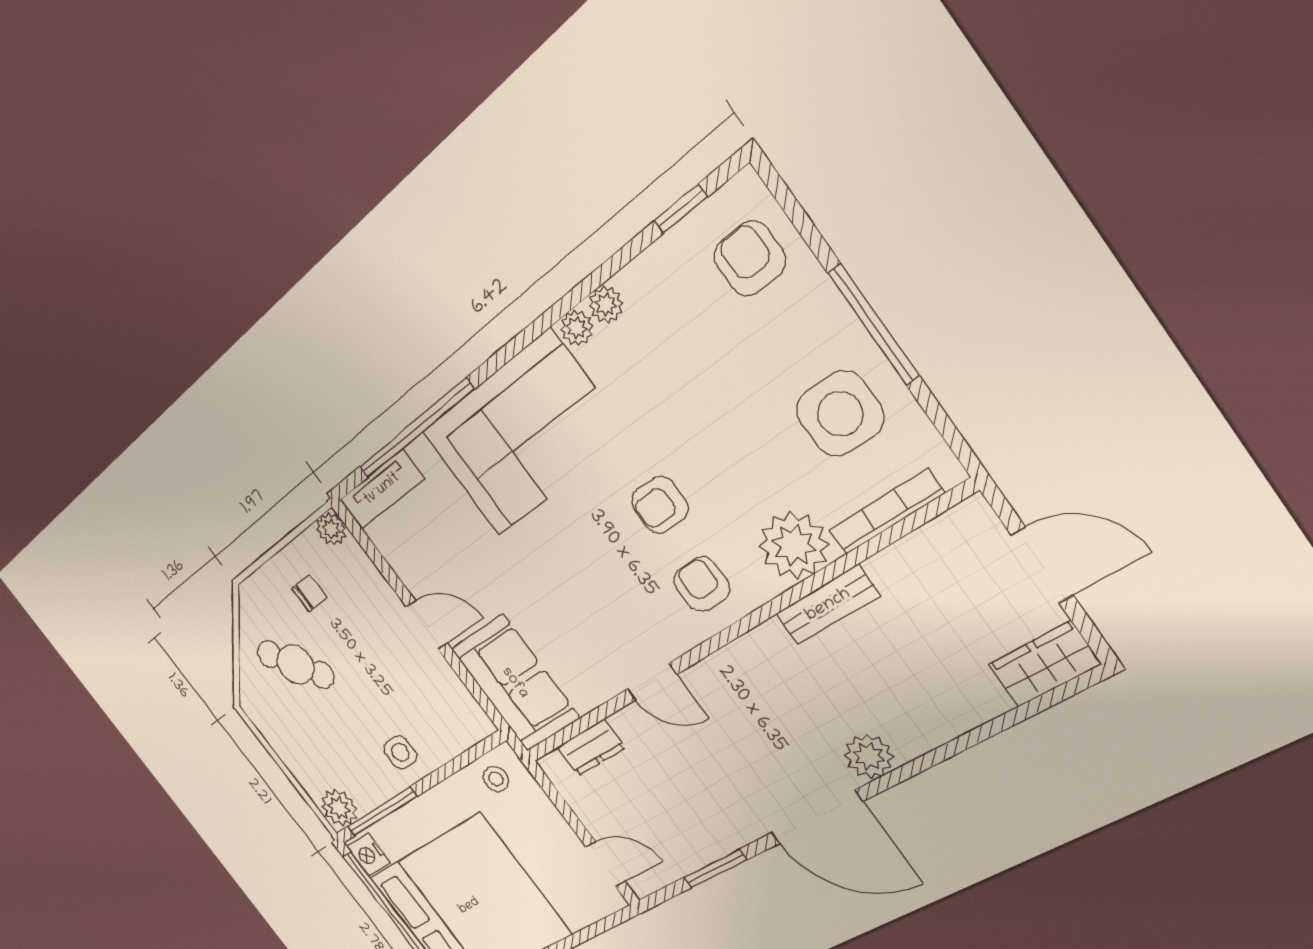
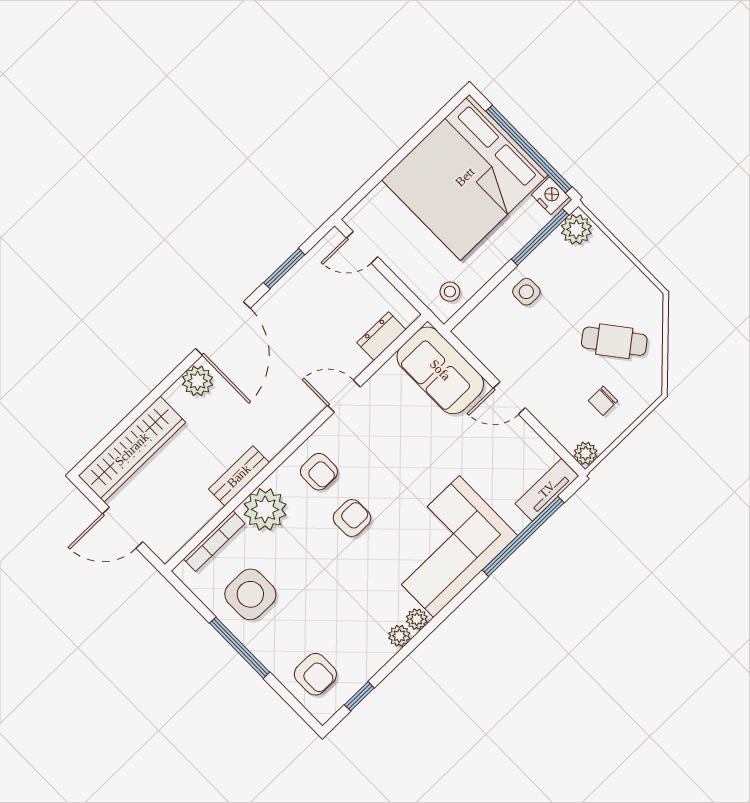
wardrobe: (1045, 664) -> (132, 449), width x2.10, depth x1.17
door: (817, 817) -> (223, 328), swing flipped

